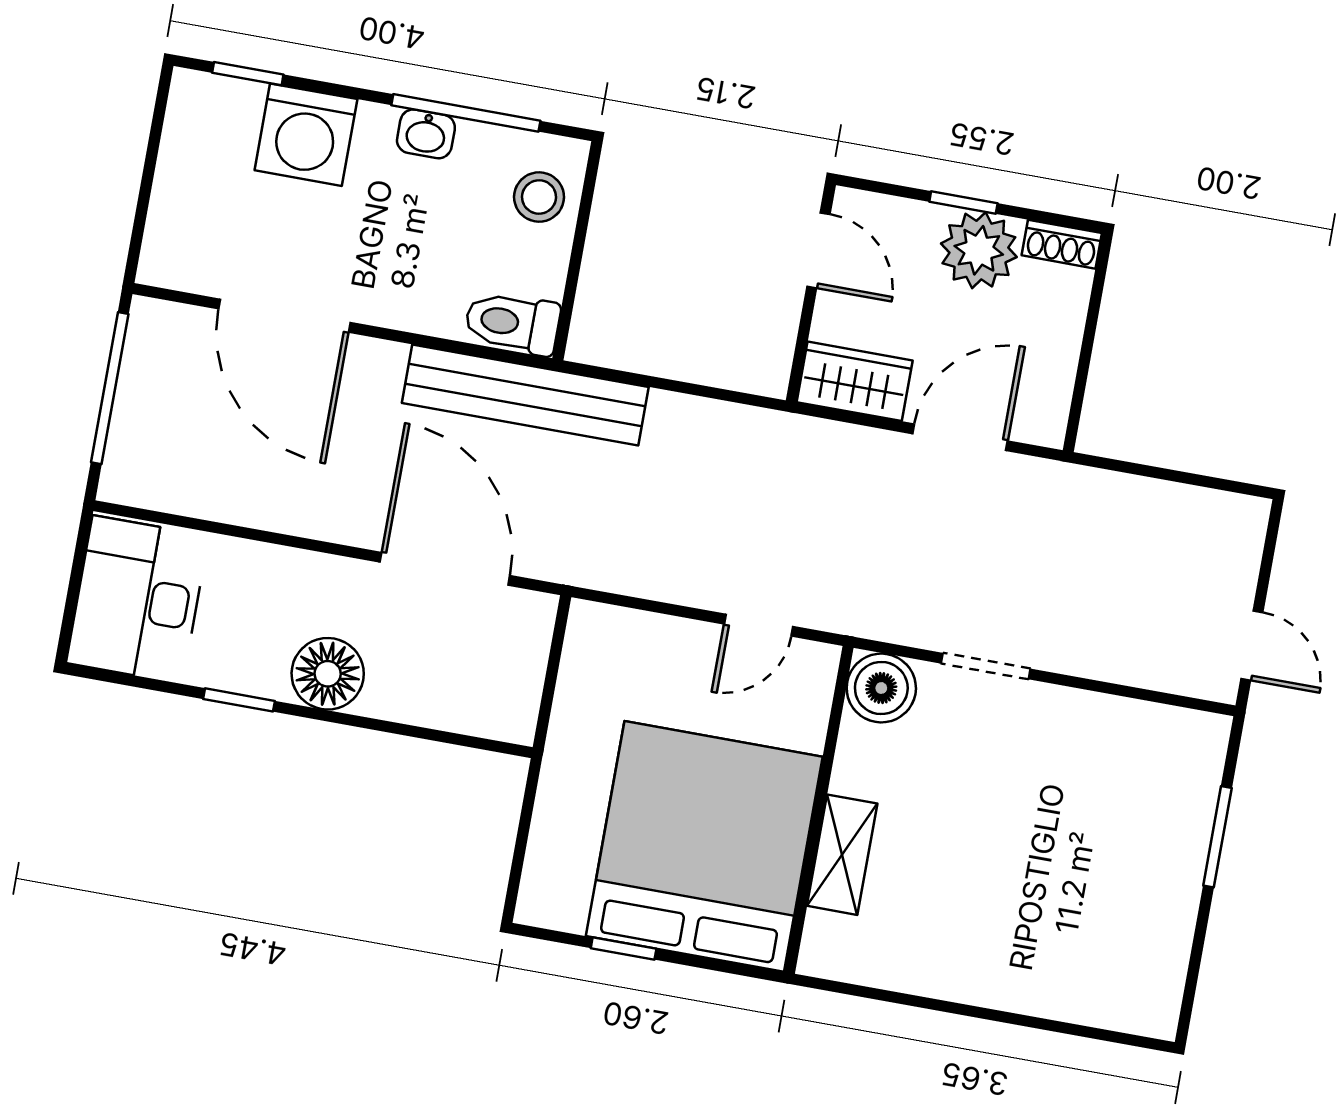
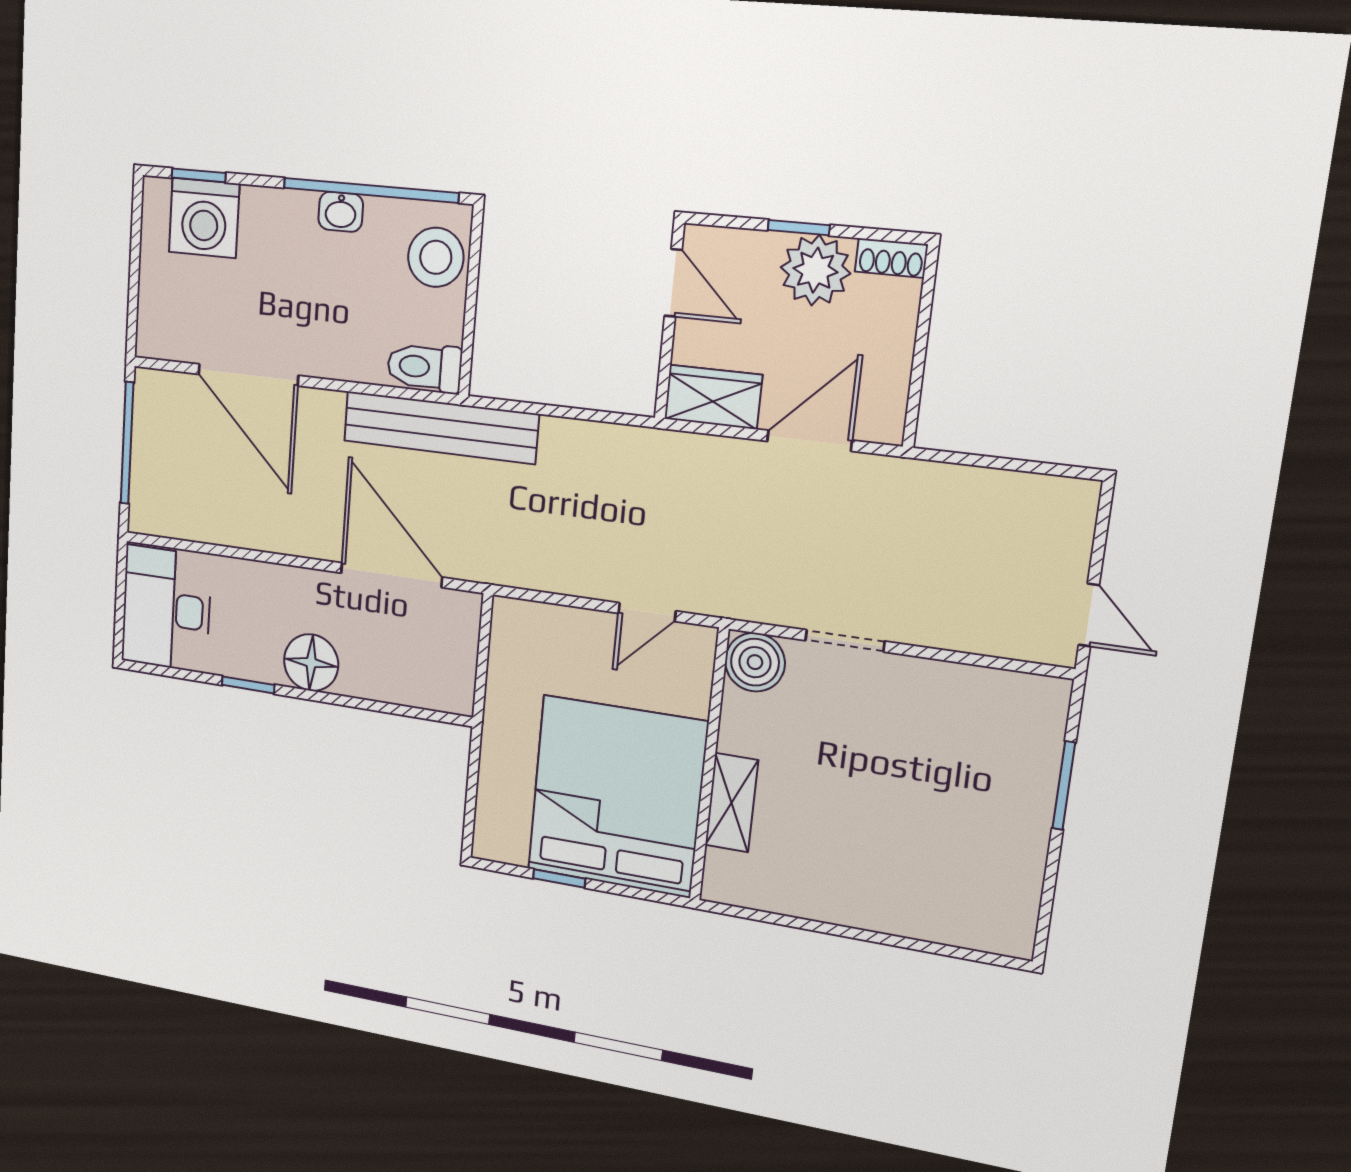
window: (466, 113) -> (370, 190), width x1.46
washing machine: (306, 135) -> (204, 218), moved
stool: (539, 197) -> (436, 257), width x1.38, depth x1.38

